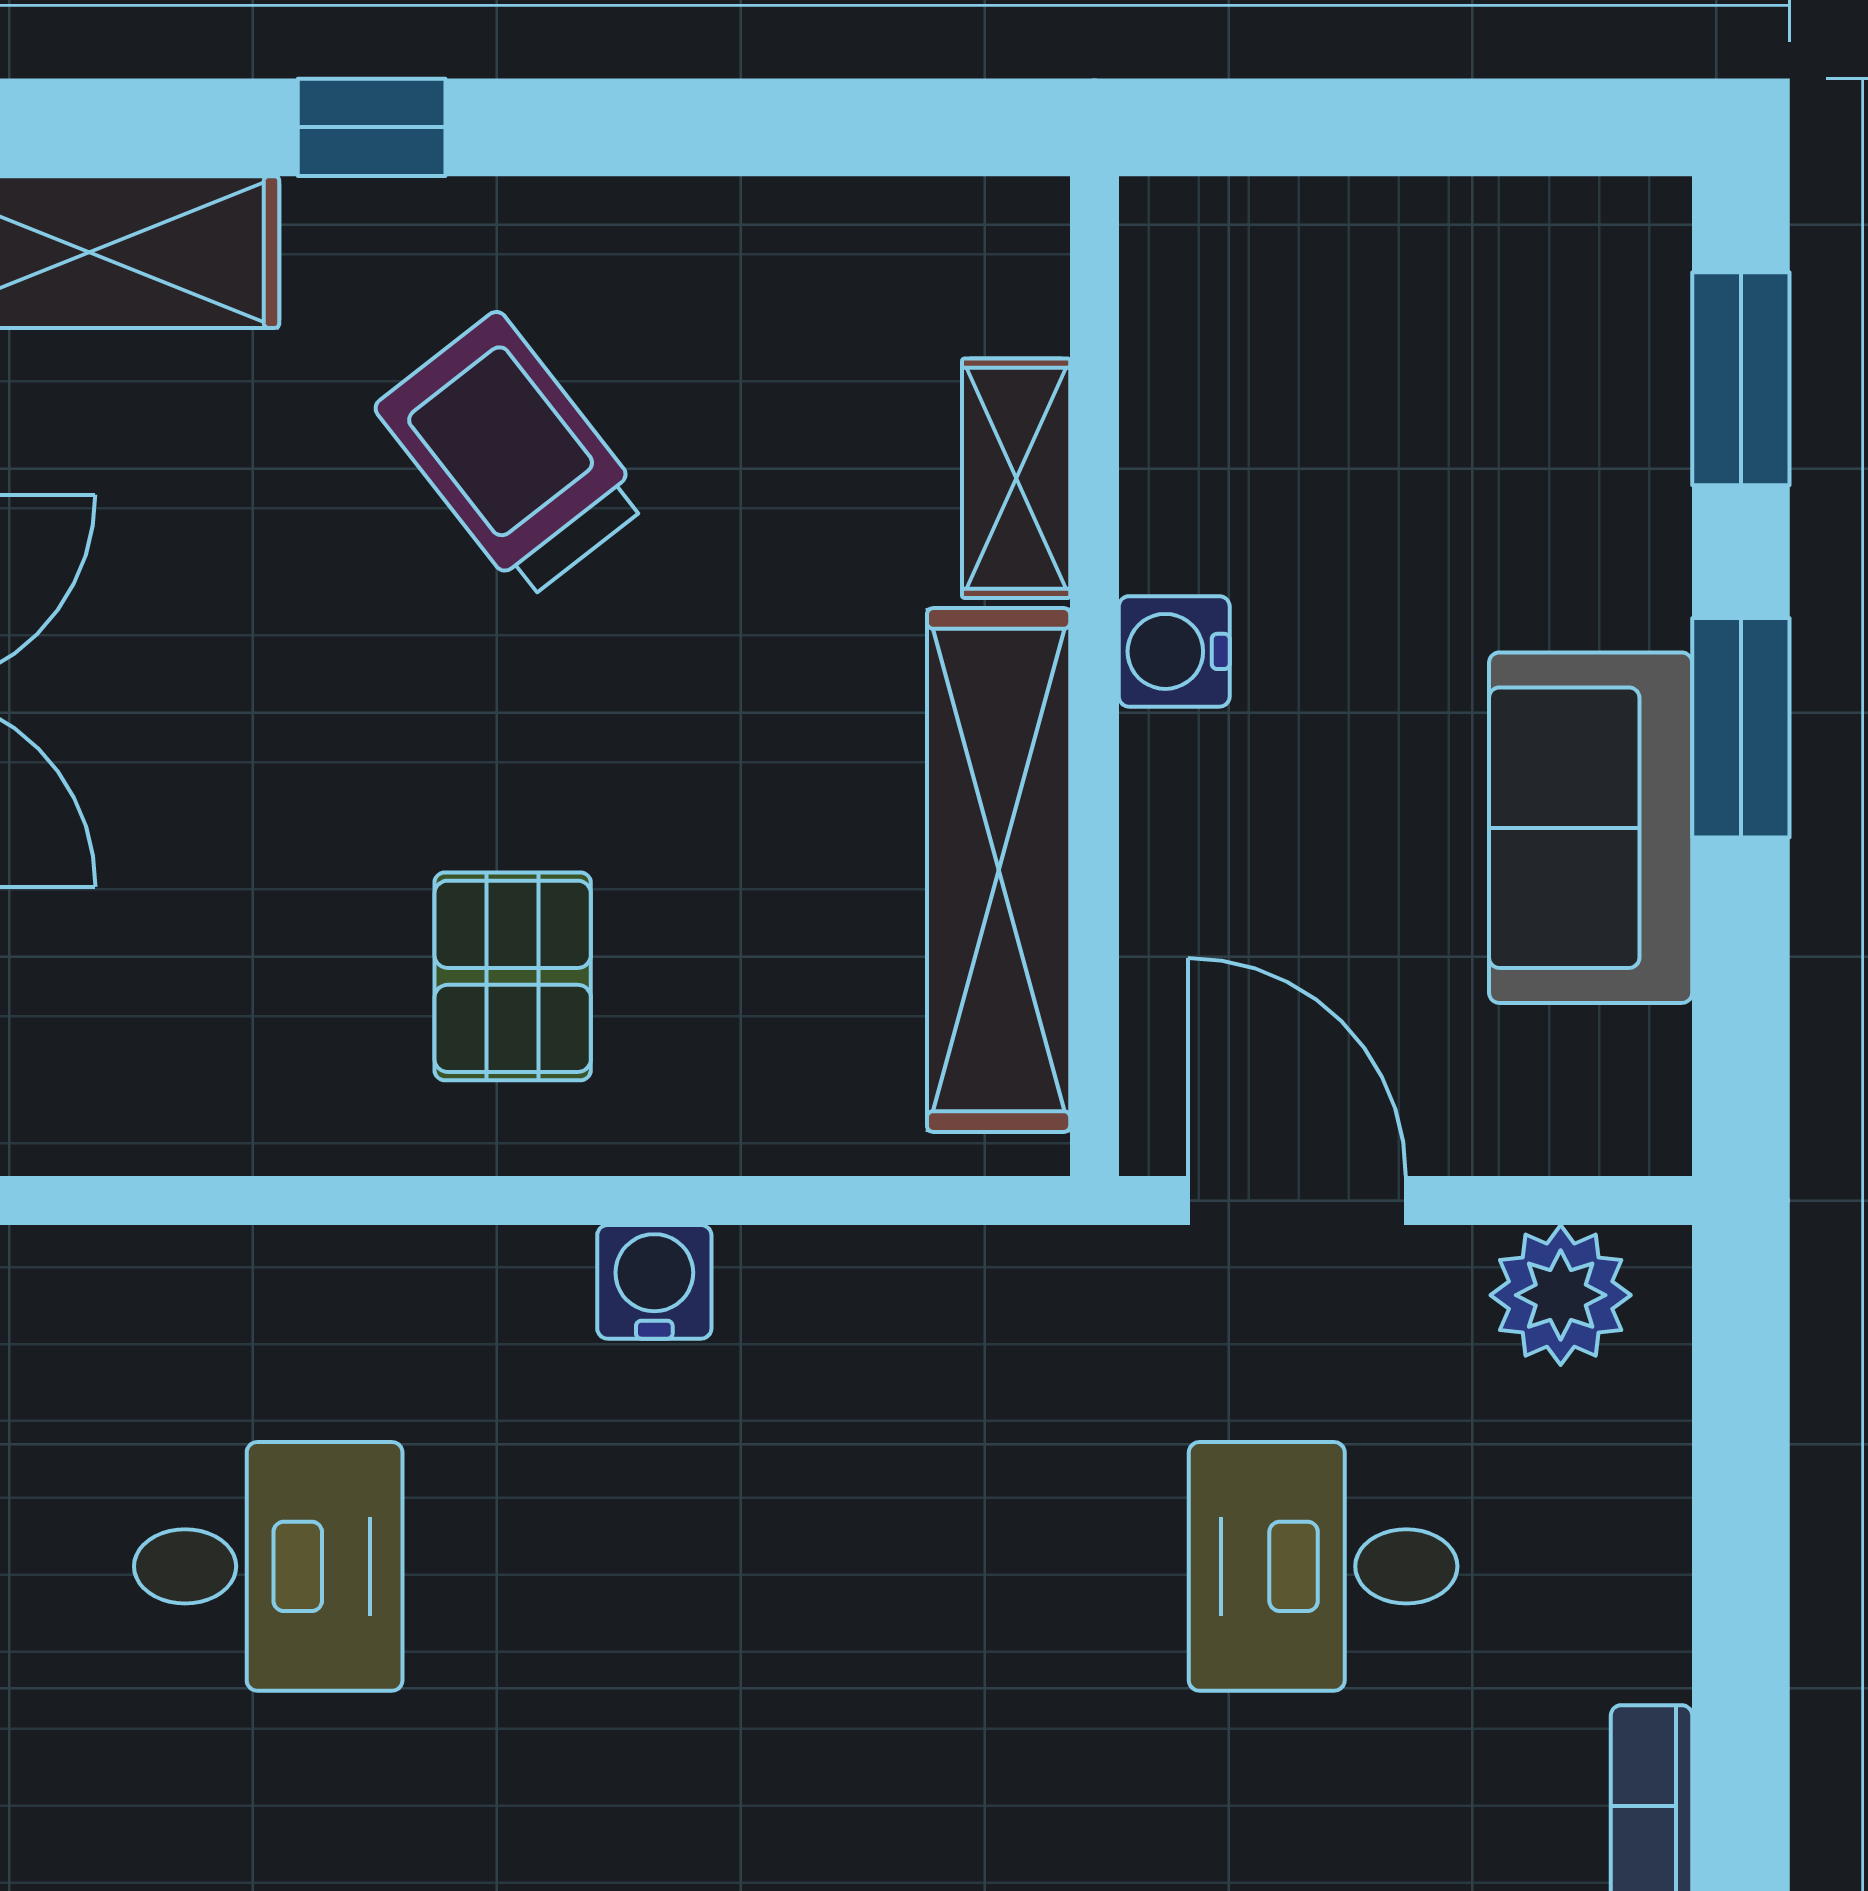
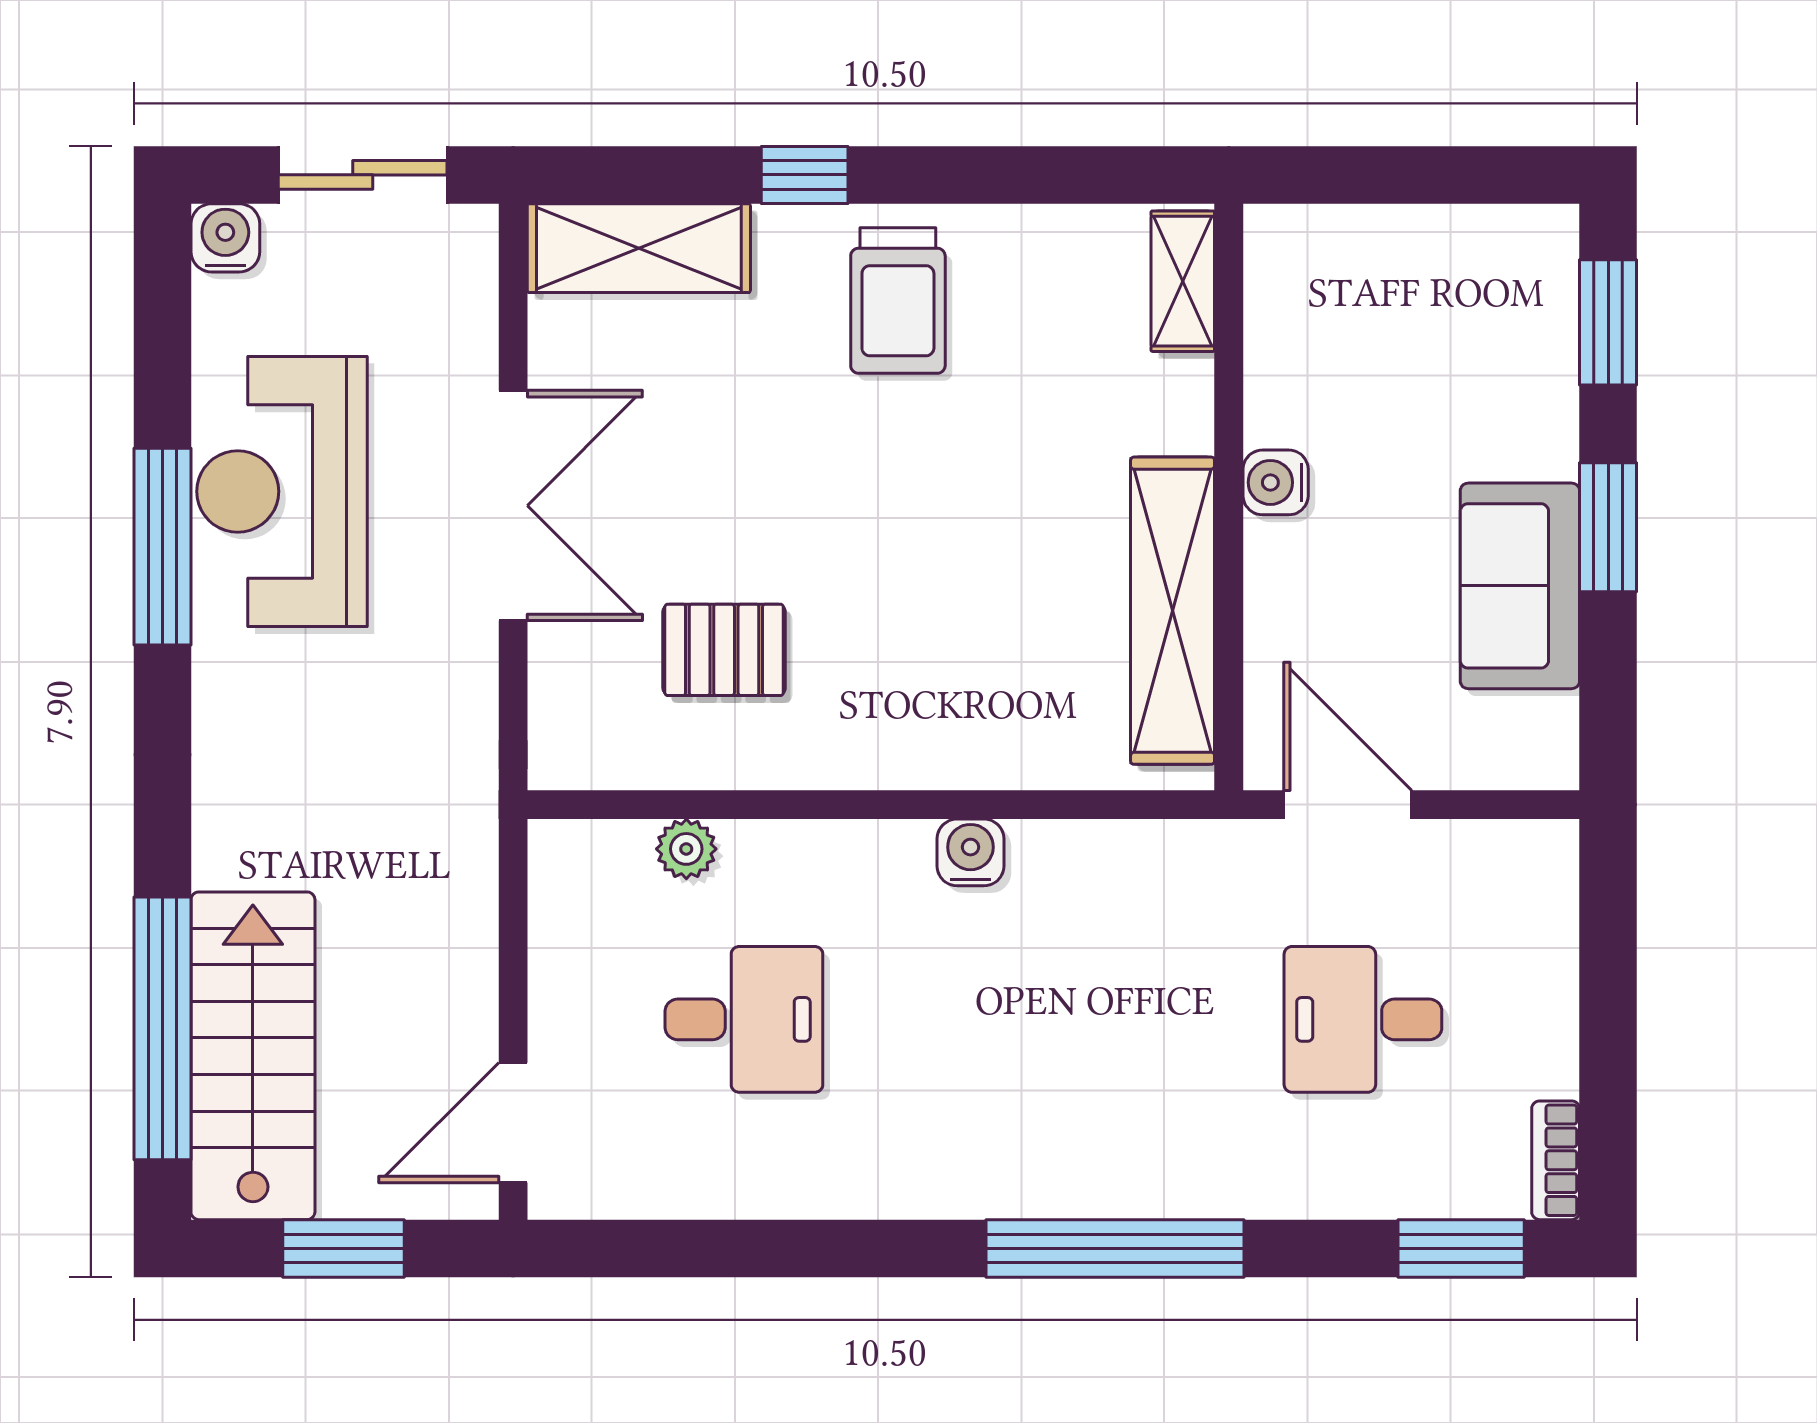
trolley: (511, 455) -> (898, 301), moved, turned -142
shelving: (1016, 478) -> (1183, 281), moved
pallet: (513, 976) -> (724, 650), moved, turned 90
plant: (1561, 1295) -> (686, 849), moved, width x0.73, depth x0.73

